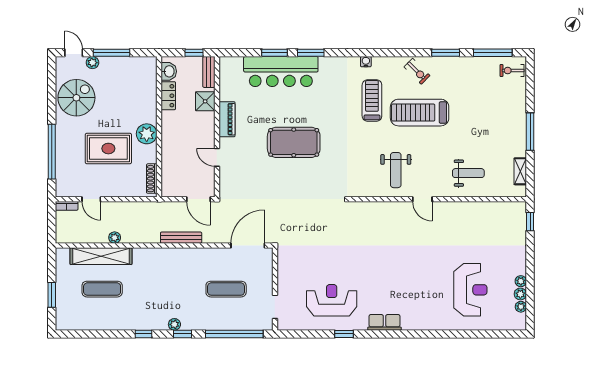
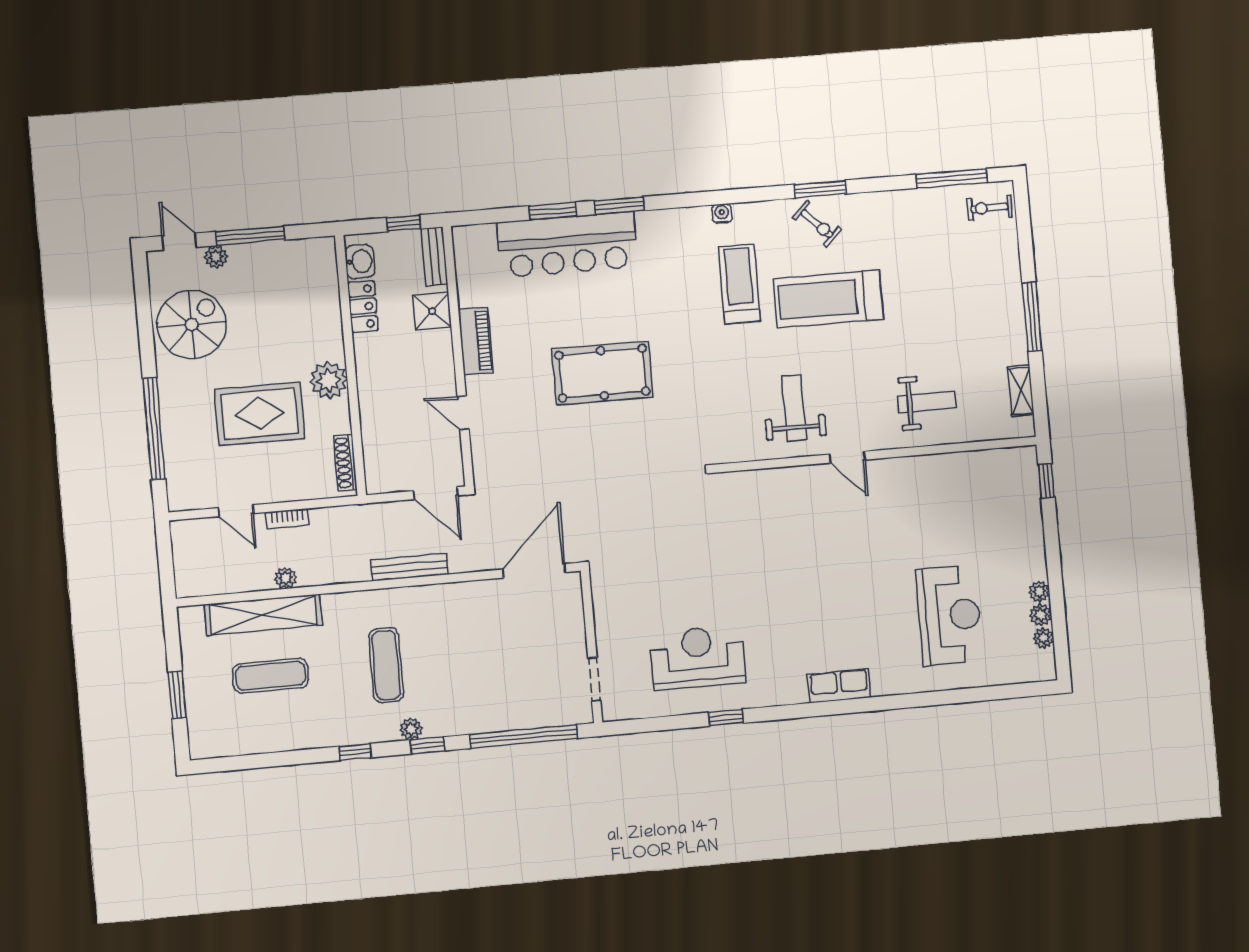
window: (446, 53) -> (820, 189), moved
weight bench: (396, 170) -> (794, 408), turned 180
bookcase: (67, 206) -> (287, 519), moved
exercise mat: (226, 289) -> (386, 665), moved, turned 90
row of seats: (384, 322) -> (839, 686), moved

